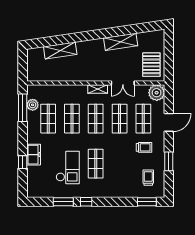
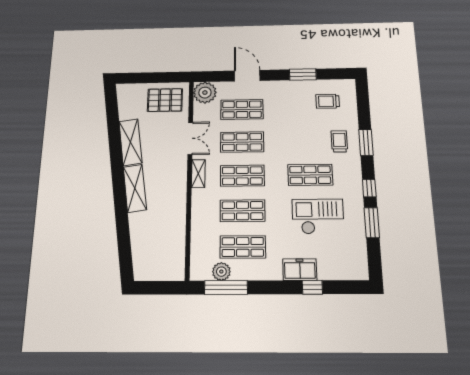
shelving: (60, 50) -> (135, 188), moved
trolley: (144, 147) -> (339, 141), moved
window: (147, 202) -> (366, 142), moved

